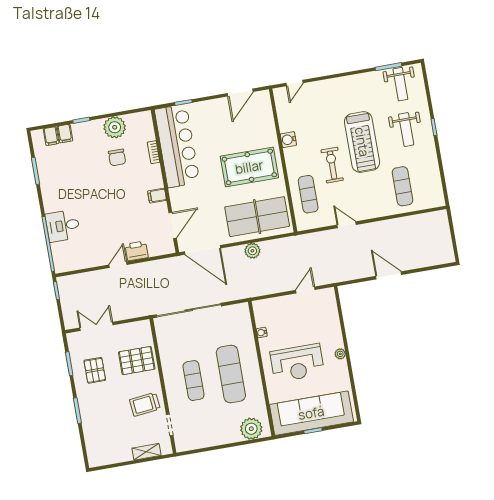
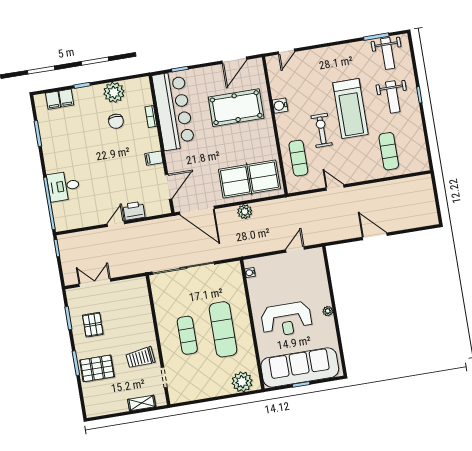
pool table: (249, 167) -> (236, 108), moved
water cooler: (262, 333) -> (250, 273), moved
pallet: (137, 361) -> (97, 368), moved

